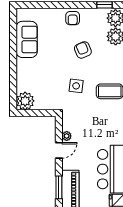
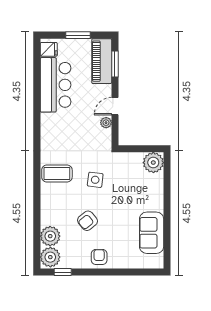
armchair: (83, 50) -> (87, 221), turned 73

